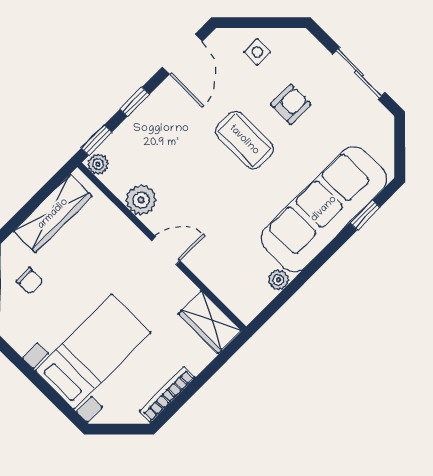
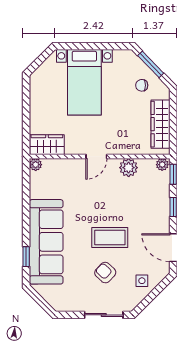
sliding door: (359, 73) -> (104, 315), moved
armchair: (291, 104) -> (105, 273), turned 133
plant: (278, 280) -> (36, 165), moved
bookcase: (167, 394) -> (34, 96), removed

